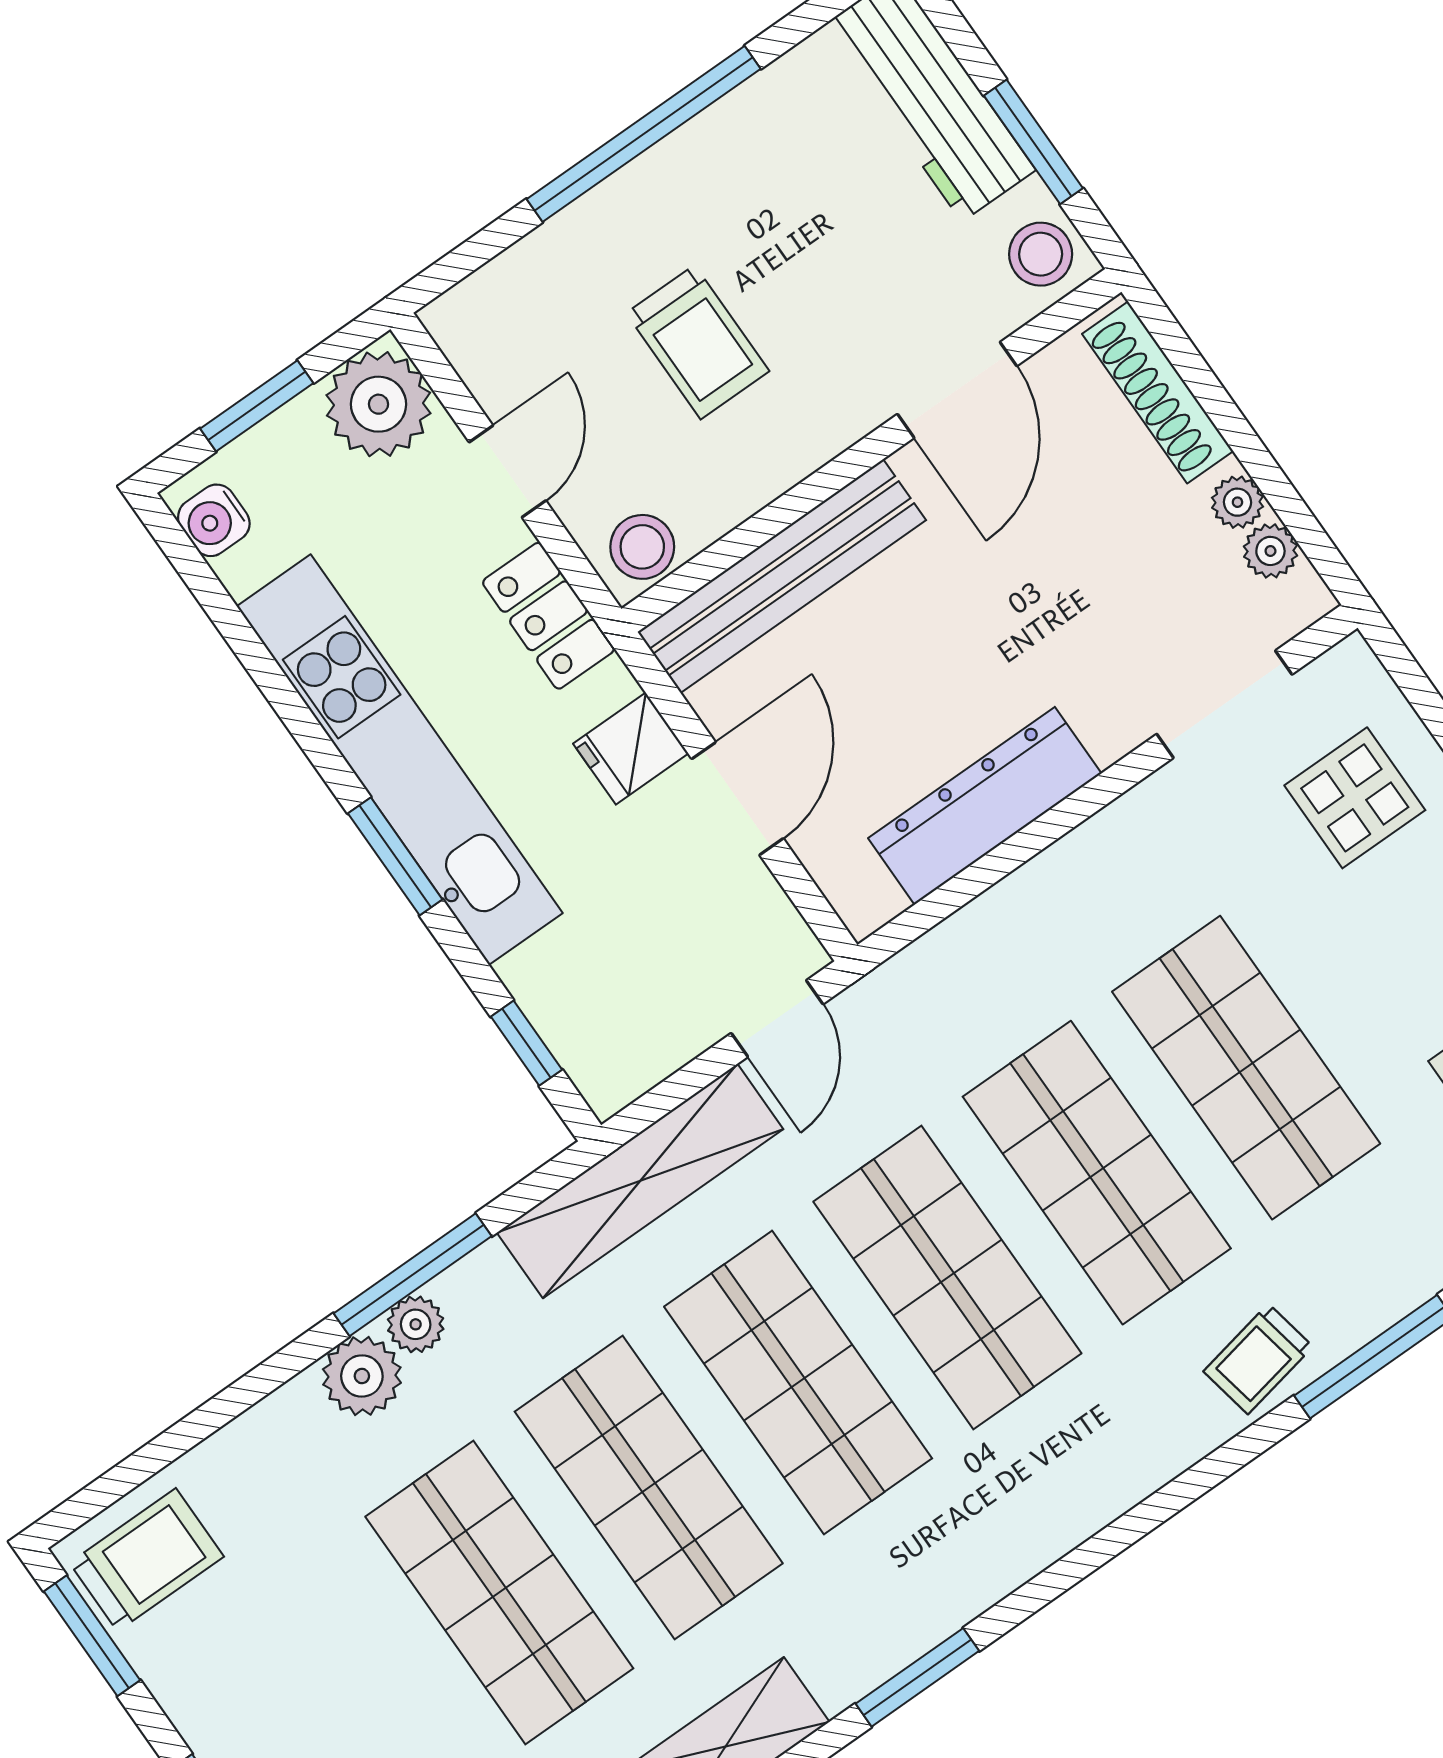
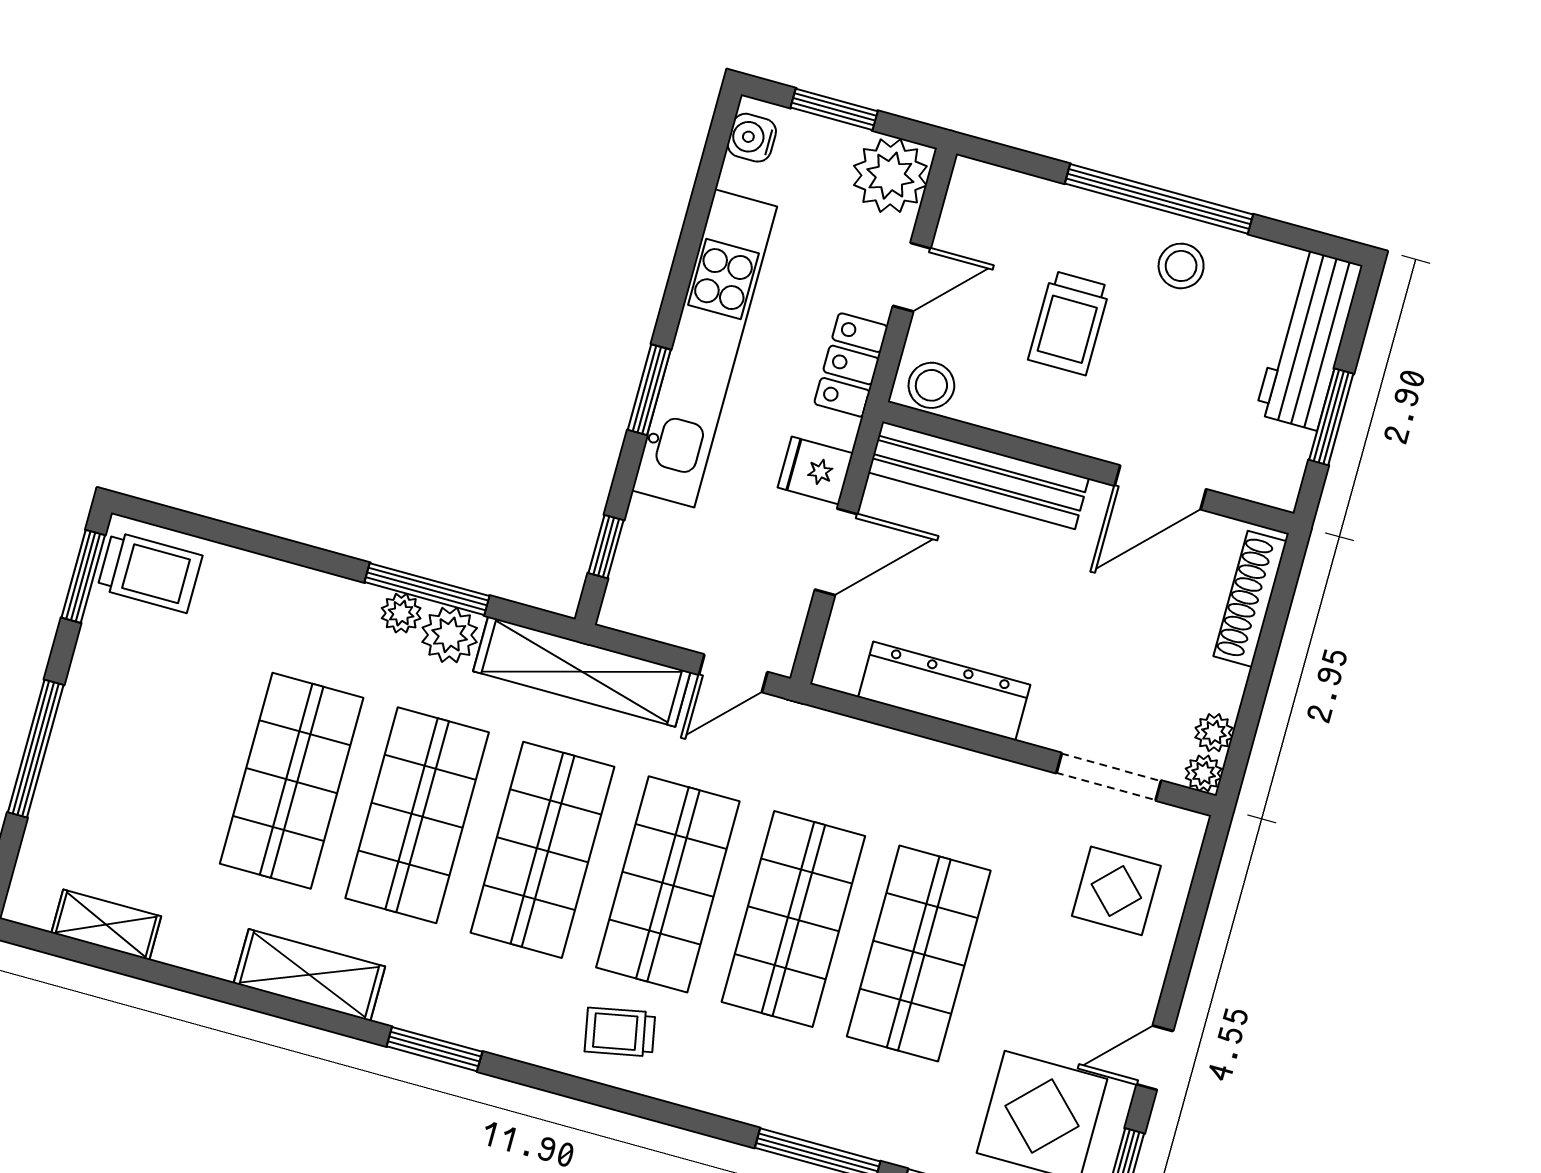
stool: (1041, 254) -> (1181, 266), moved
plant: (1237, 502) -> (1204, 773), moved
trolley: (1258, 1359) -> (620, 1032), moved
plant: (362, 1376) -> (450, 635), moved

